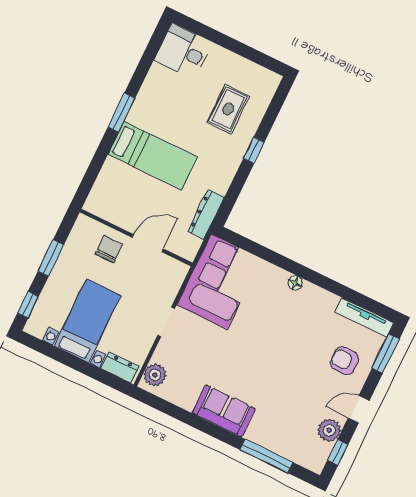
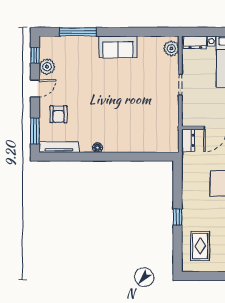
rug: (228, 109) -> (200, 246), moved
dresser: (206, 215) -> (188, 140), moved, width x0.70
corner sofa: (219, 282) -> (160, 125), removed
floor lamp: (295, 283) -> (98, 148), moved
armchair: (344, 361) -> (58, 114), turned 90

